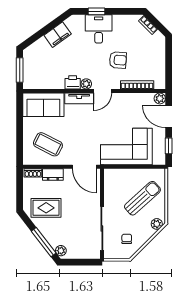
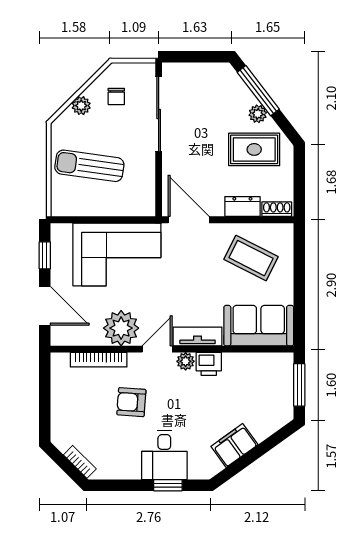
plant: (160, 98) -> (121, 328), moved, width x1.88, depth x1.88
sun lounger: (142, 198) -> (89, 166), turned 50
plant: (157, 224) -> (81, 106), moved
plant: (61, 251) -> (258, 114), moved

